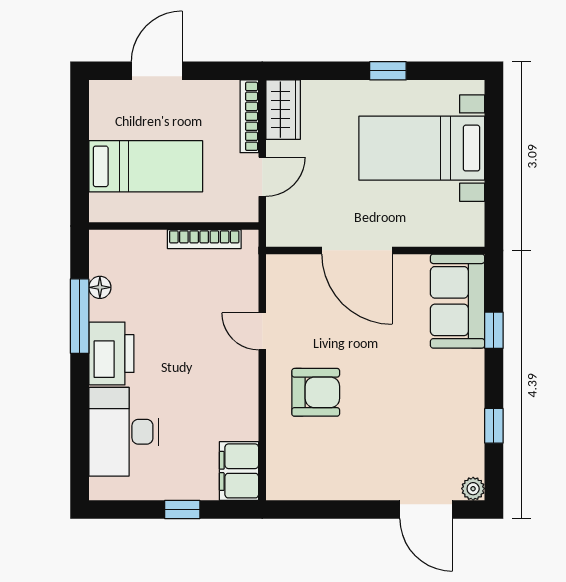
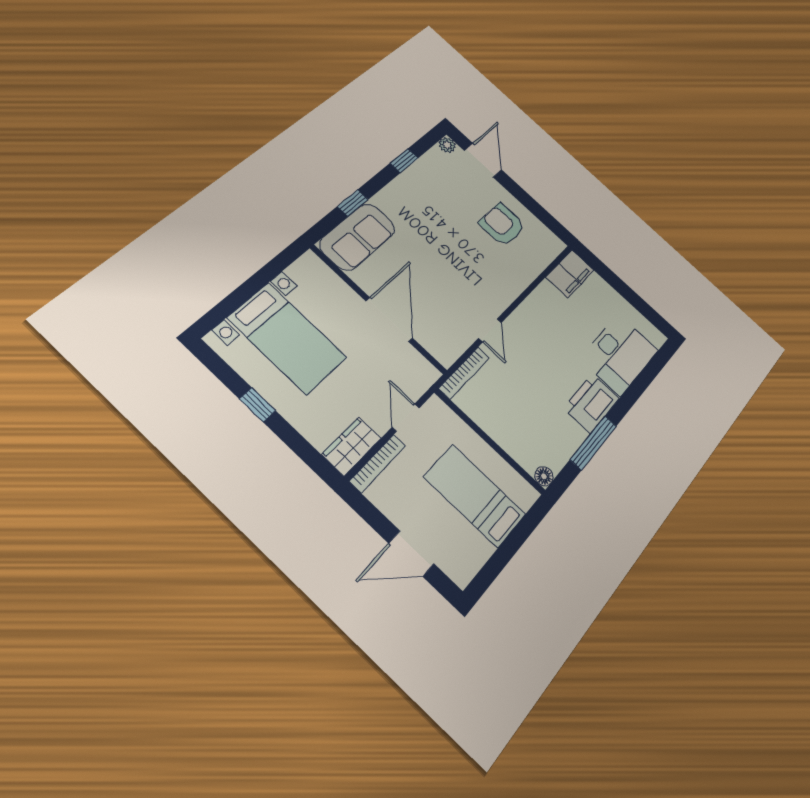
door: (262, 177) -> (406, 418), hinge flipped
bookcase: (204, 239) -> (464, 373), moved, turned 90
floor lamp: (100, 287) -> (544, 476), moved
armchair: (316, 392) -> (502, 225), moved
window: (182, 510) -> (619, 285), removed

